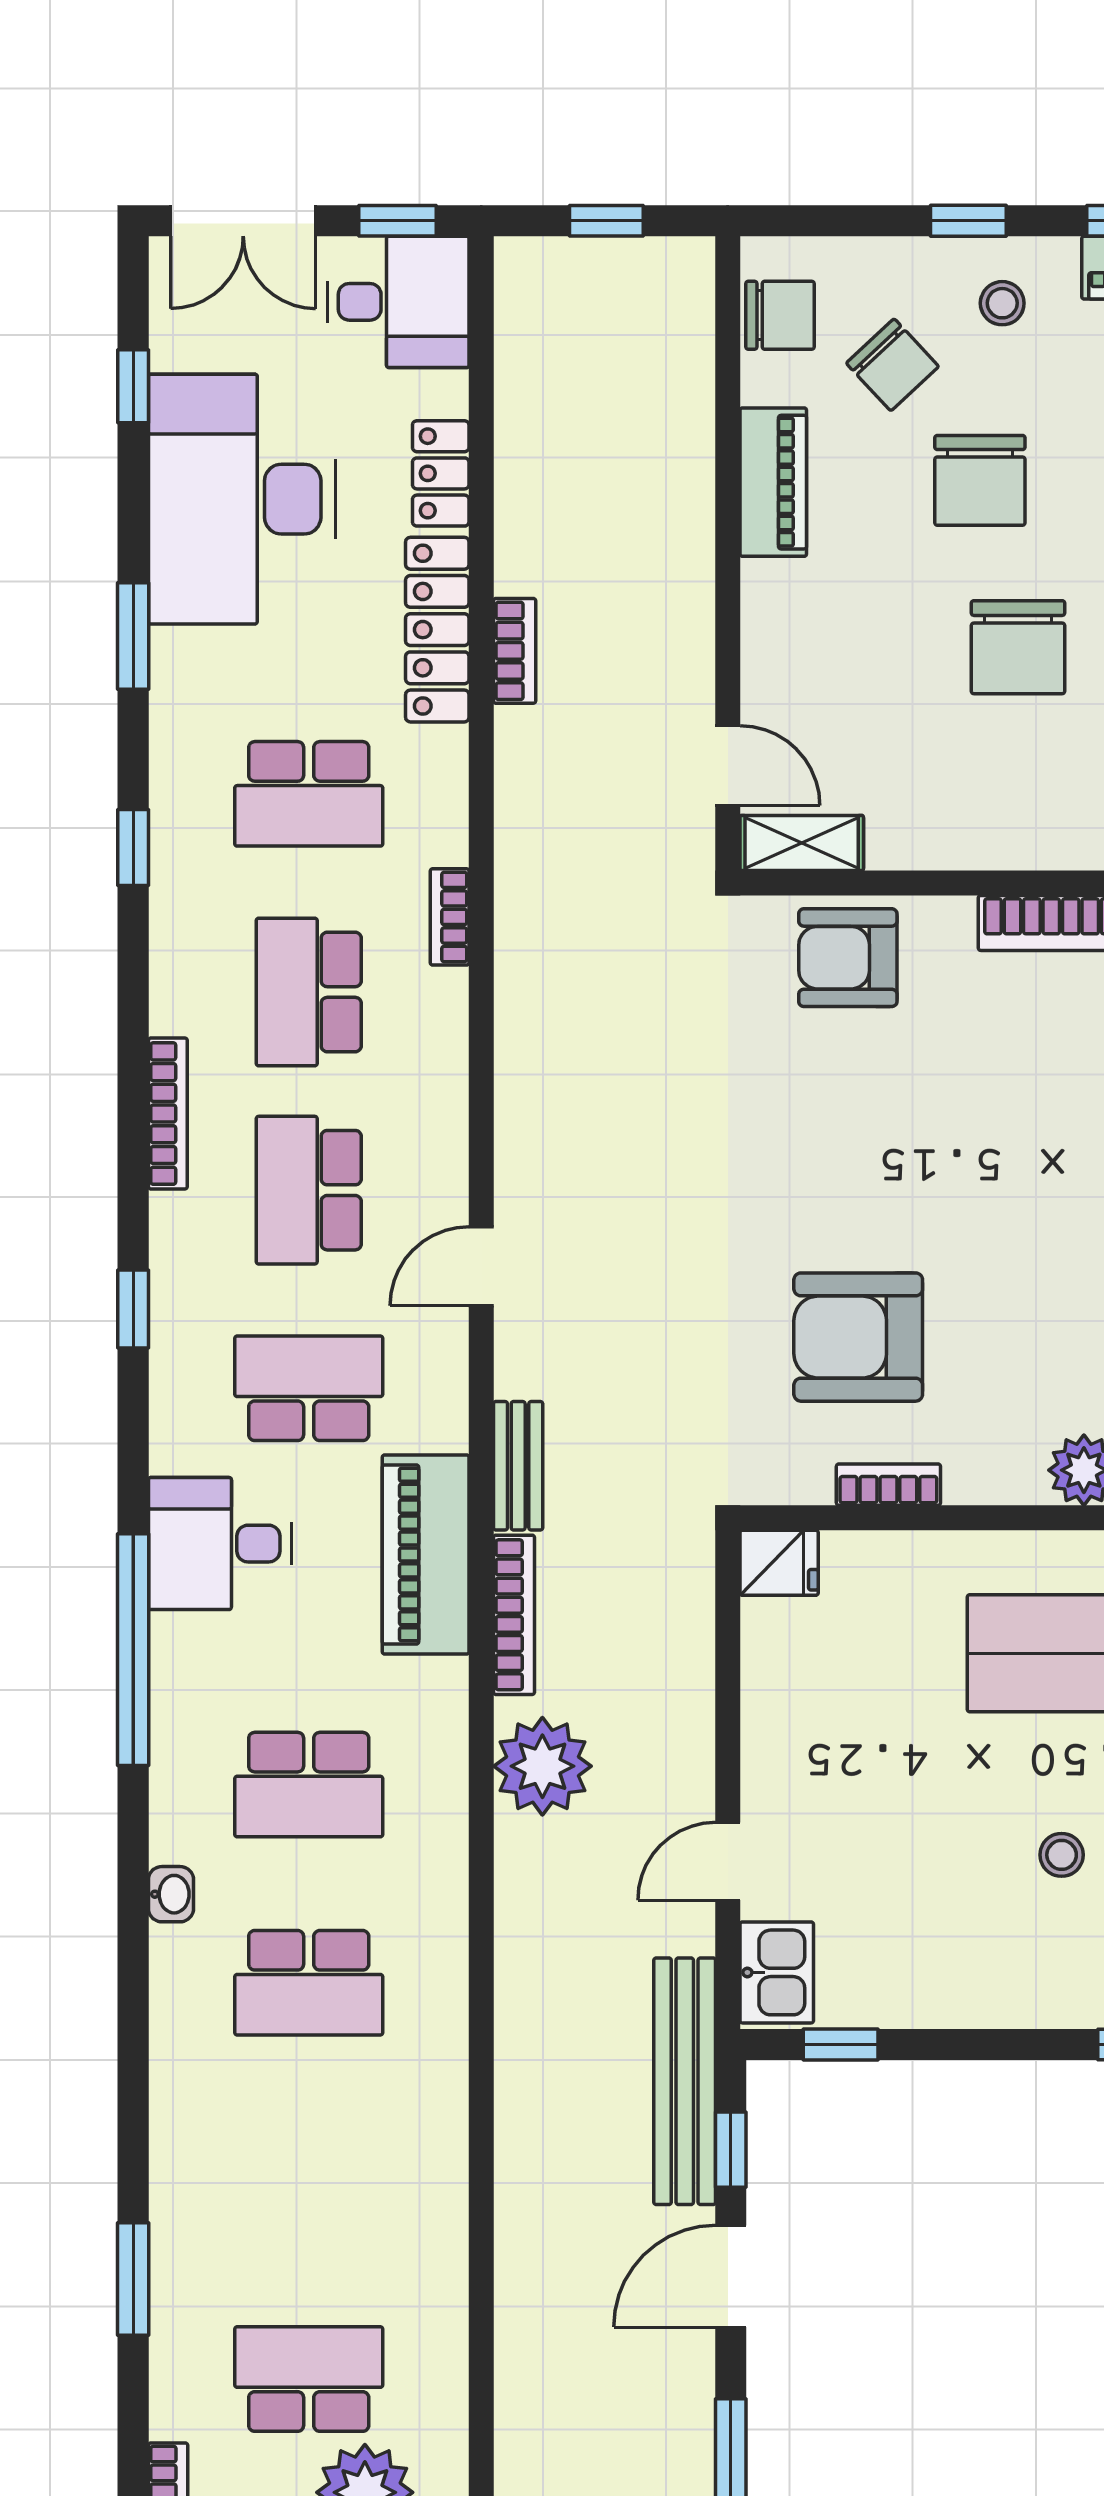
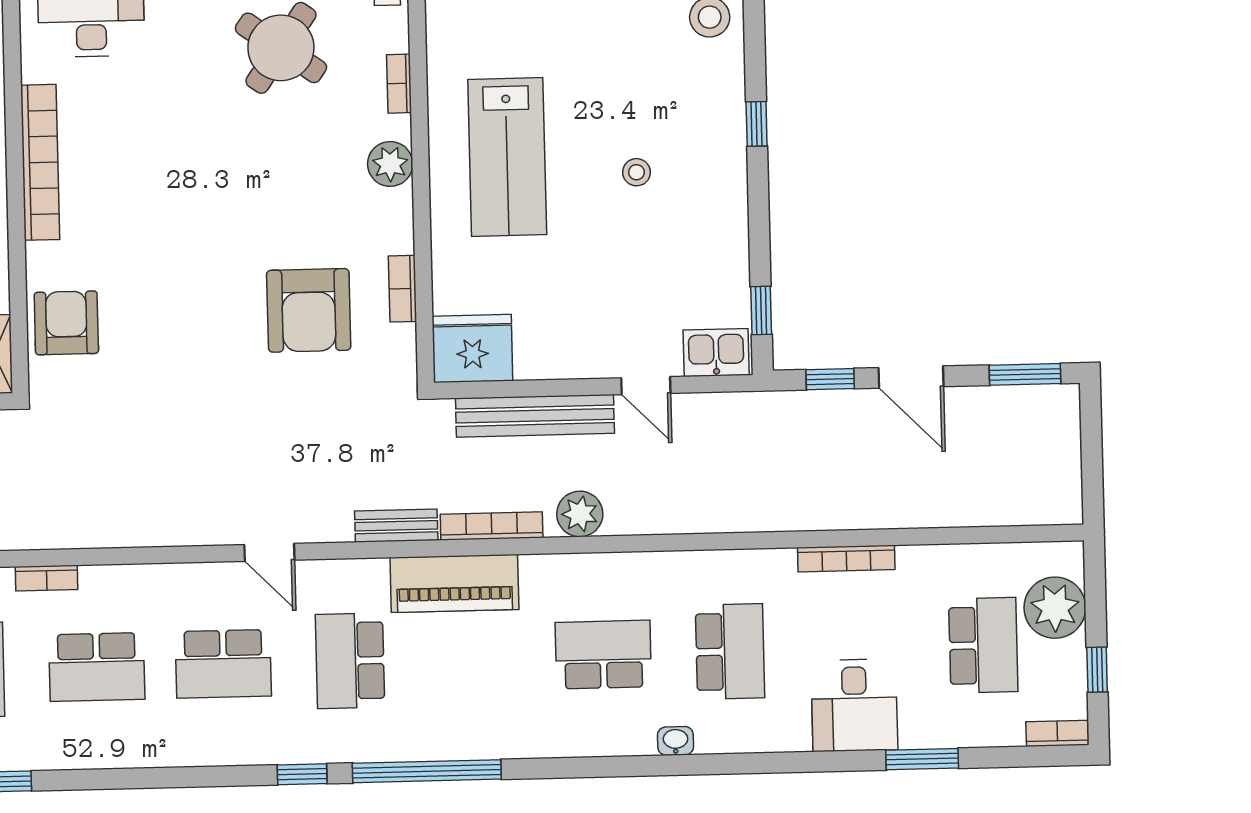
armchair: (848, 958) -> (66, 323), turned 180
bookcase: (168, 1114) -> (846, 559), moved, turned 180
desk: (220, 1544) -> (854, 705), moved
fridge: (779, 1563) -> (472, 349), width x1.88, depth x1.34
window: (133, 1650) -> (427, 771), moved
plant: (542, 1766) -> (580, 514), width x0.73, depth x0.73
school desk: (309, 1785) -> (603, 655), turned -90
bench: (685, 2081) -> (535, 416), moved
school desk: (309, 2379) -> (983, 645), turned 180

